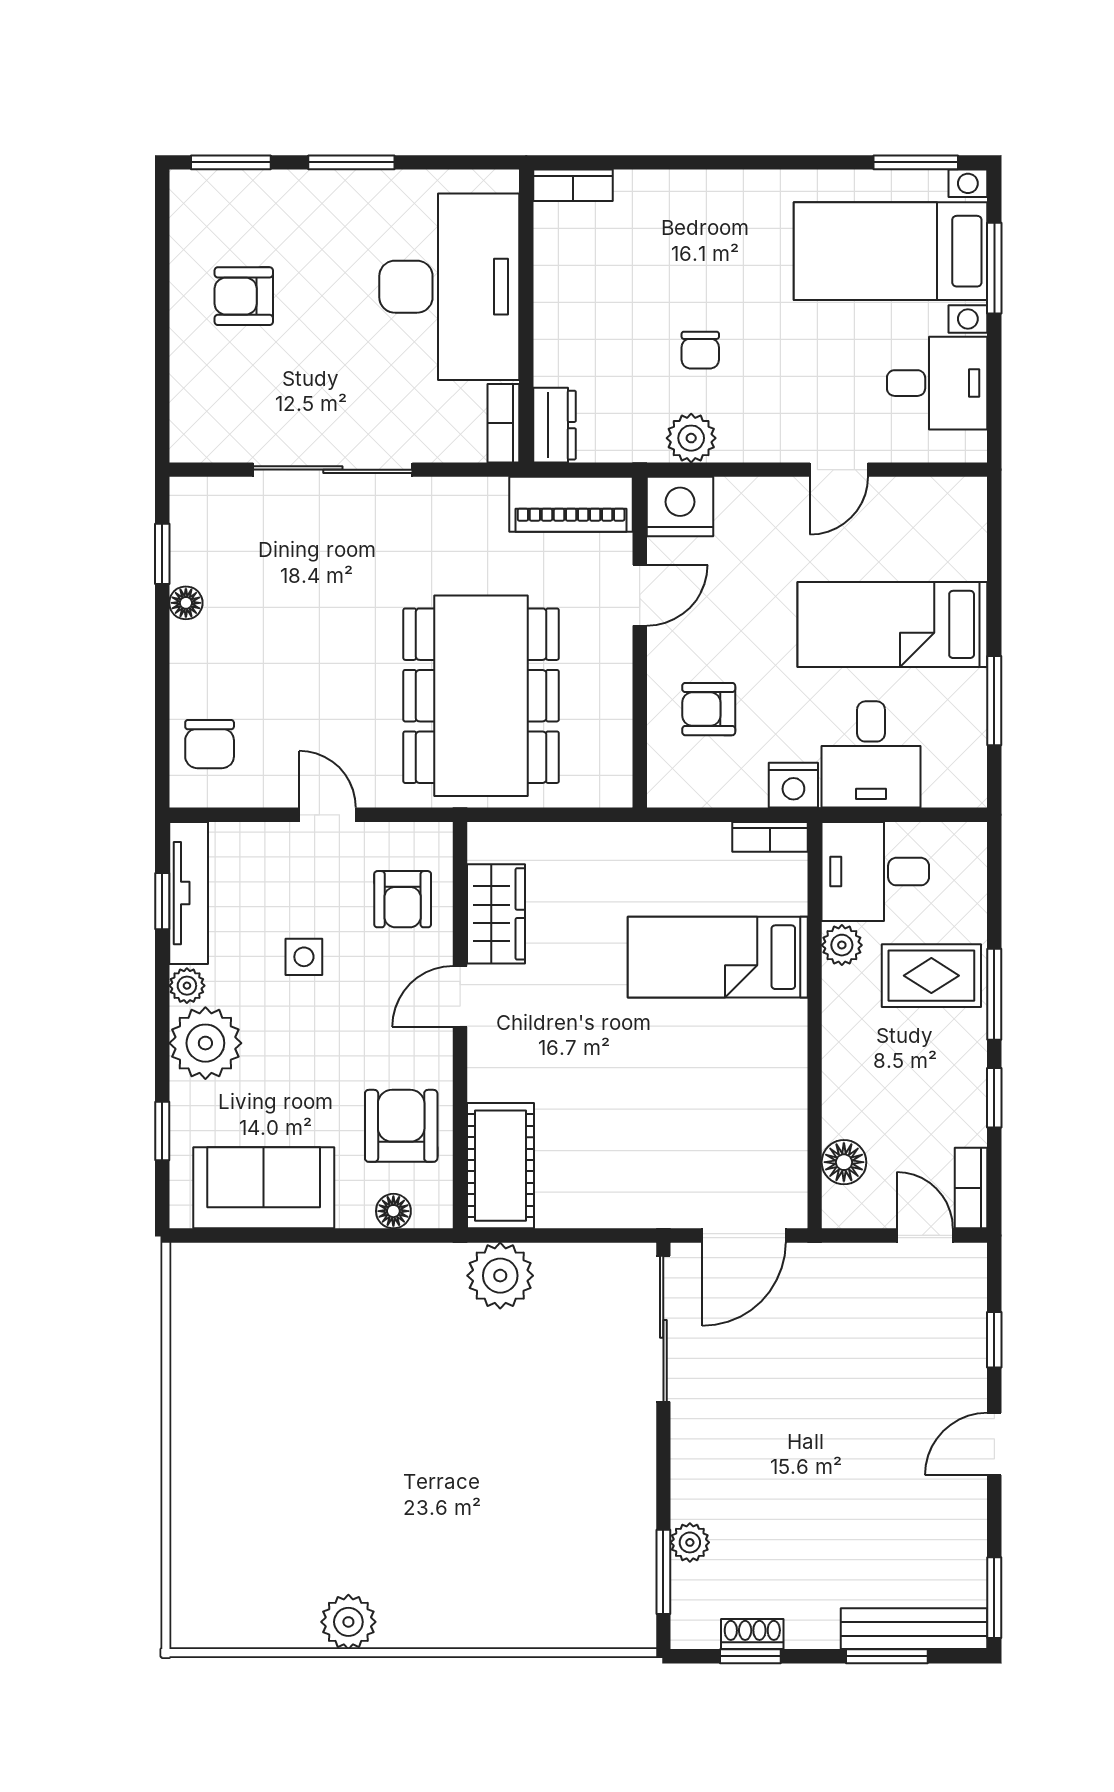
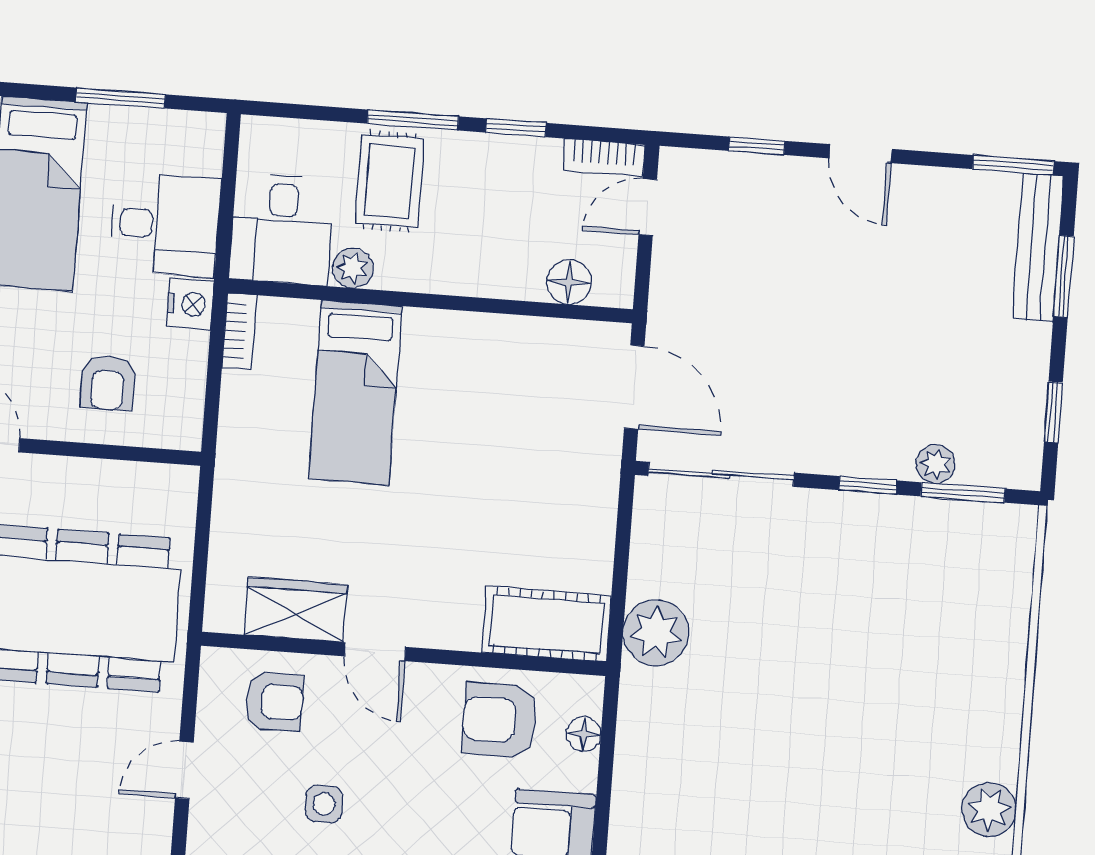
window: (663, 1476) -> (868, 485), added
shoe rack: (752, 1634) -> (1031, 409), removed

